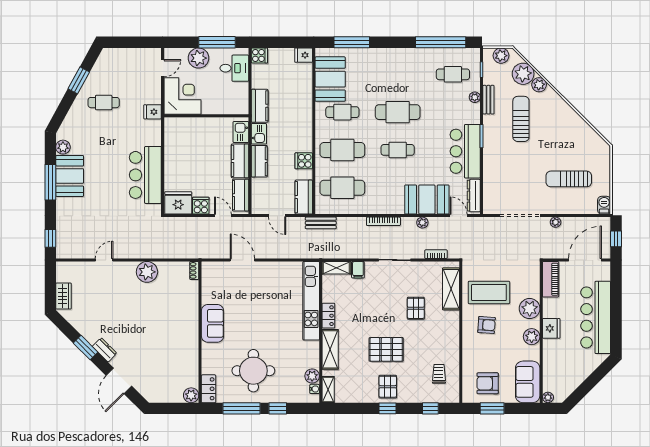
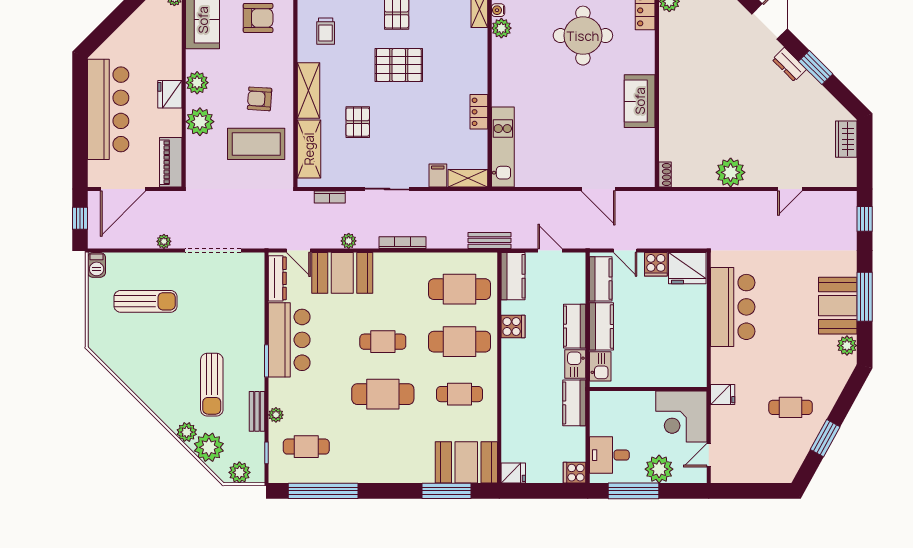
booth: (330, 79) -> (466, 462), moved, turned 90
kitchen unit: (311, 301) -> (503, 147), width x0.73
shelving: (330, 349) -> (308, 90), moved

